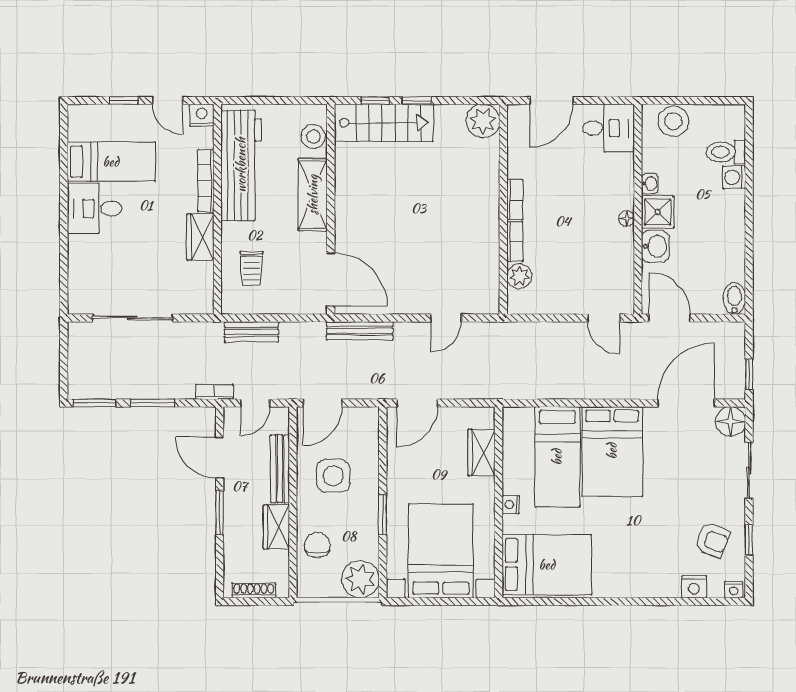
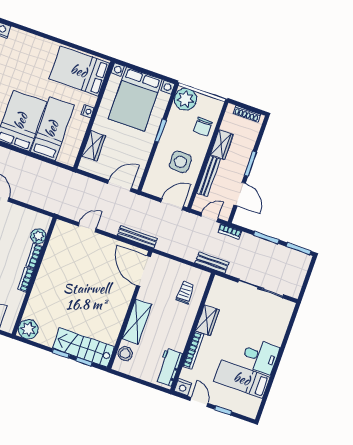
workbench: (241, 165) -> (169, 367), width x0.53, depth x0.76
bench: (251, 332) -> (212, 263), moved

